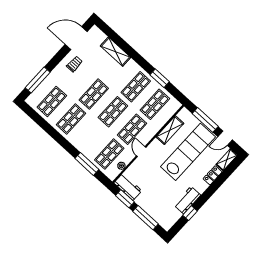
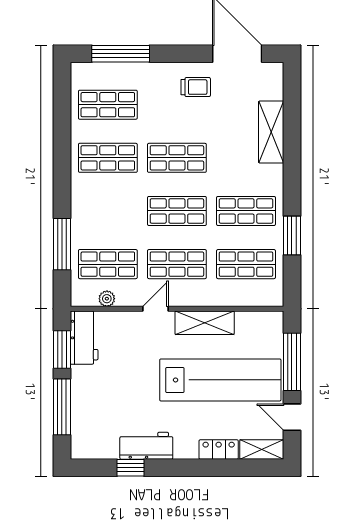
shelving: (170, 130) -> (205, 323), moved

